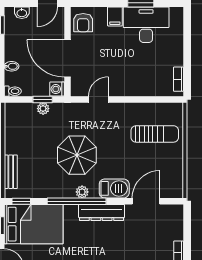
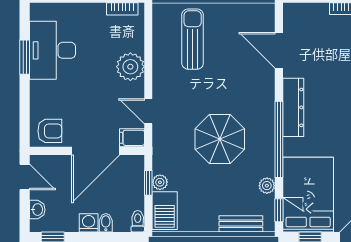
filing cabinet: (115, 16) -> (132, 138), moved, turned 180
plant: (133, 85) -> (130, 67), added
washing machine: (57, 89) -> (89, 223), moved, turned 180
barbecue: (114, 188) -> (165, 211), moved, turned 180
plant: (82, 192) -> (267, 186), moved

